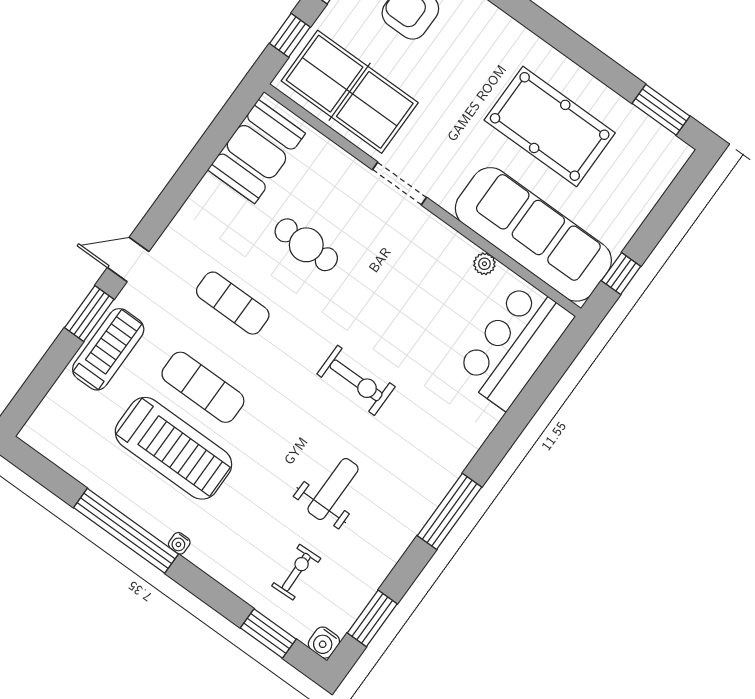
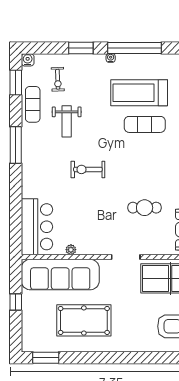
window: (621, 273) -> (16, 302), moved
exercise mat: (233, 303) -> (33, 104), moved, turned 90
window: (268, 633) -> (81, 48), moved

